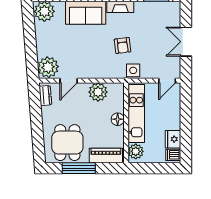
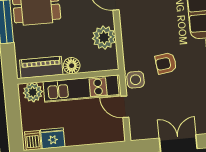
door: (167, 81) -> (125, 107), moved
piano: (106, 156) -> (41, 67), moved, turned -90

